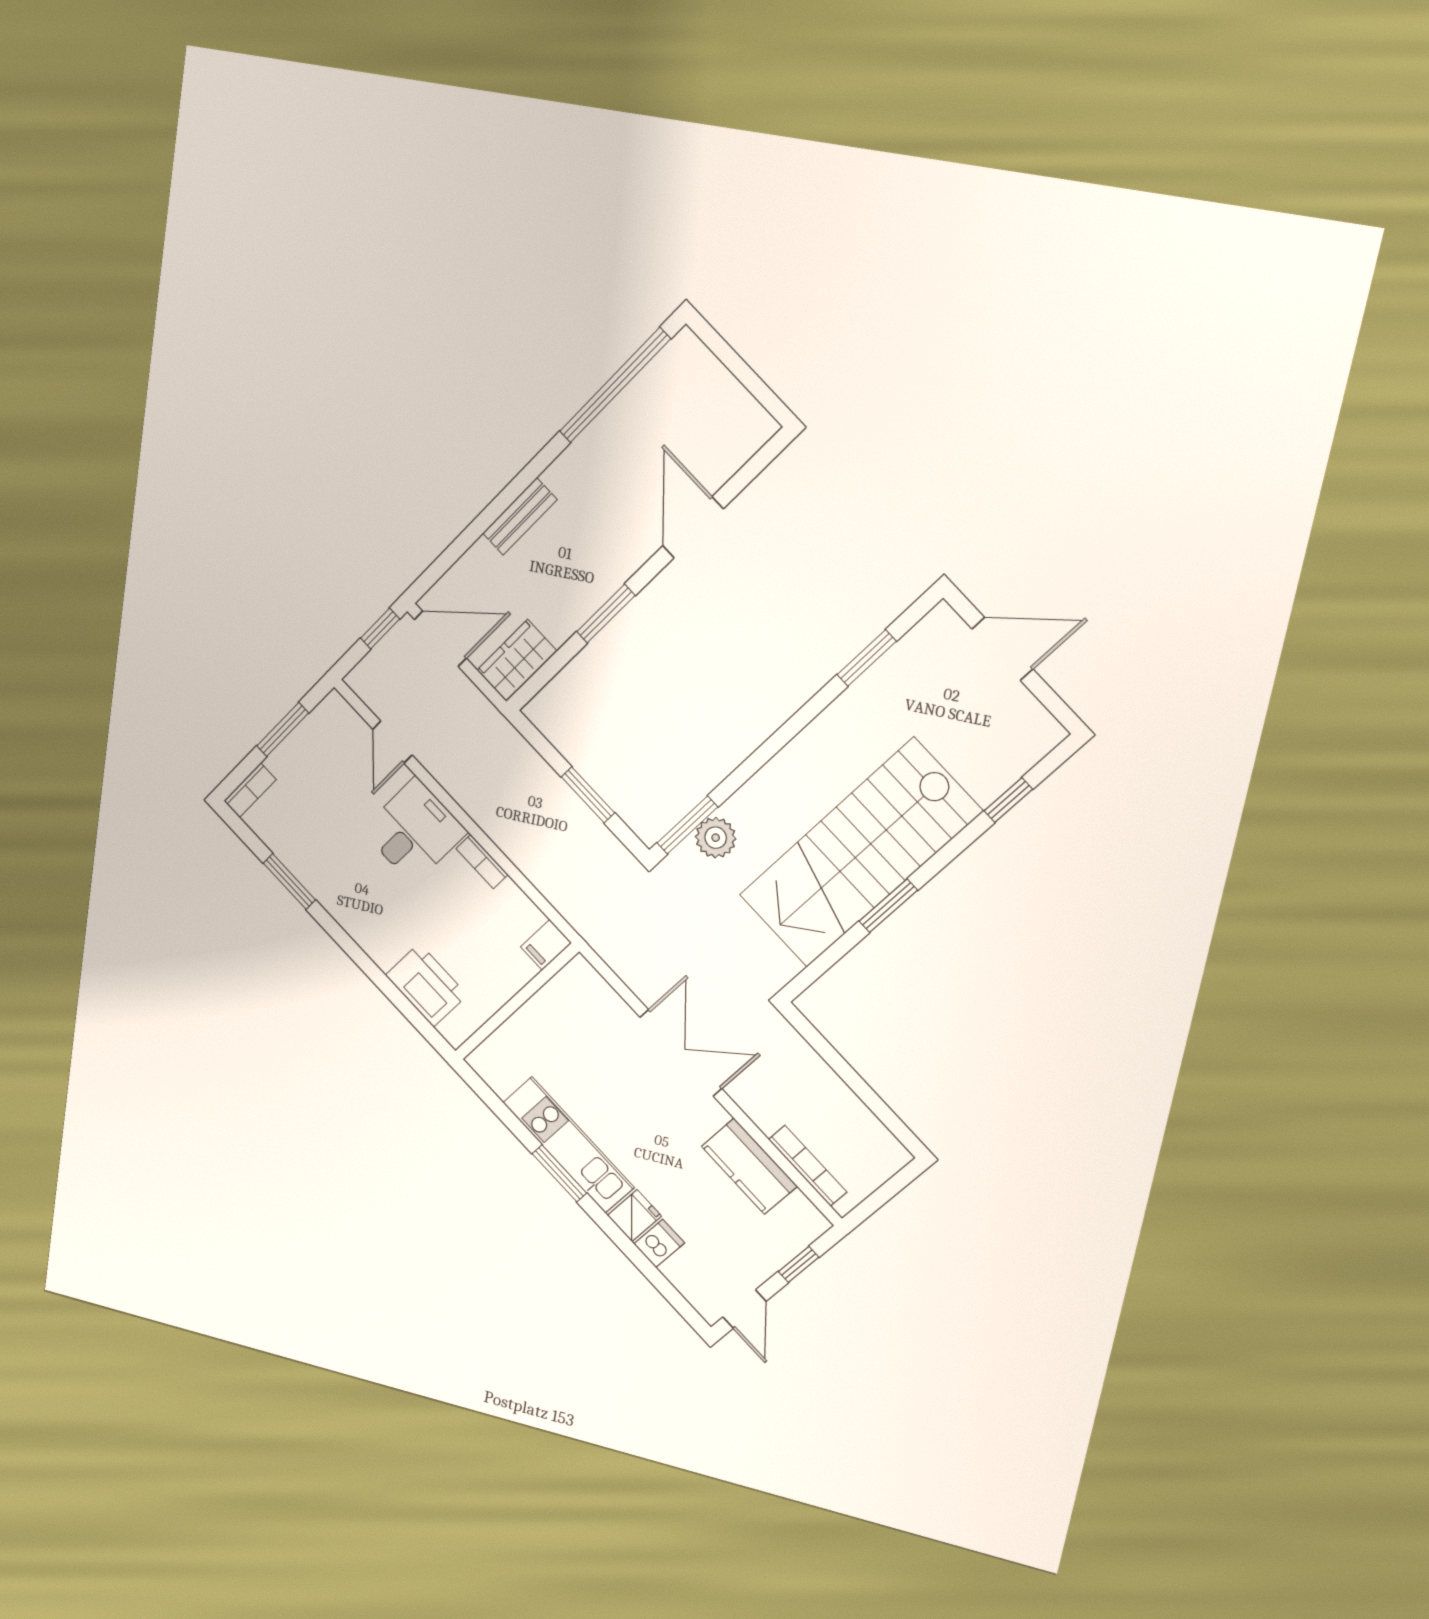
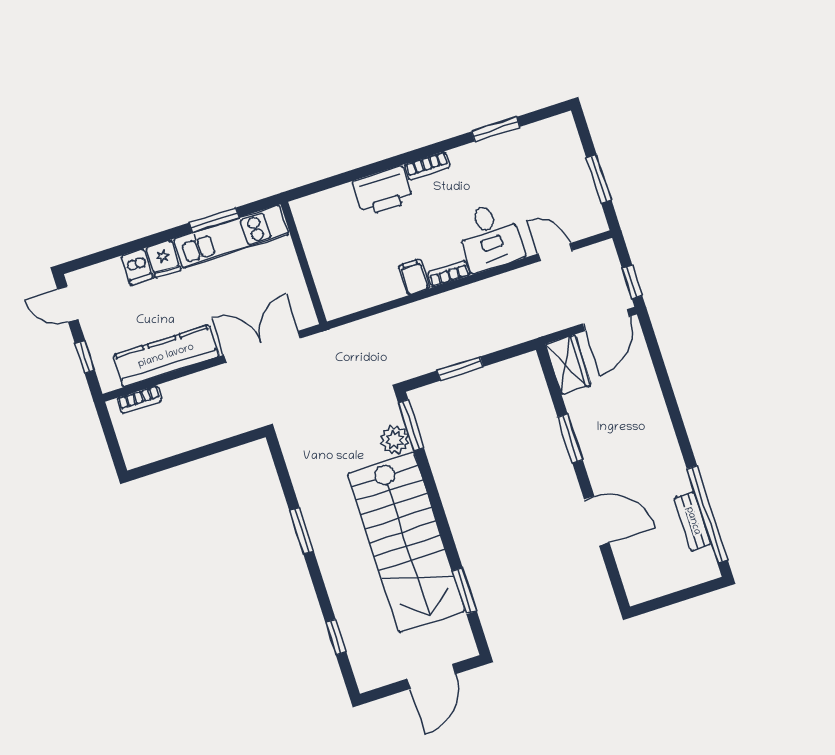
bench: (520, 516) -> (693, 521), moved
bookcase: (250, 790) -> (427, 166), moved, turned -90
stairs: (860, 854) -> (406, 542), moved, turned 180
filing cabinet: (546, 945) -> (414, 277), moved
wall: (517, 1002) -> (304, 263), moved
double door: (681, 1053) -> (262, 347), swing flipped
kitchen counter: (749, 1166) -> (166, 356), width x1.50
bookcase: (808, 1166) -> (139, 399), width x0.64

